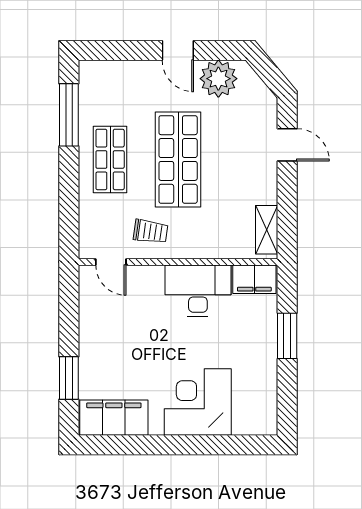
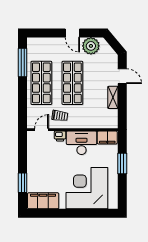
shop shelf: (110, 159) -> (41, 83), width x1.43, depth x1.36
shelving: (267, 230) -> (113, 97), moved
door: (111, 262) -> (42, 130), swing flipped
printer: (151, 276) -> (60, 136), added
corner desk: (198, 402) -> (87, 188), width x1.36, depth x1.36

